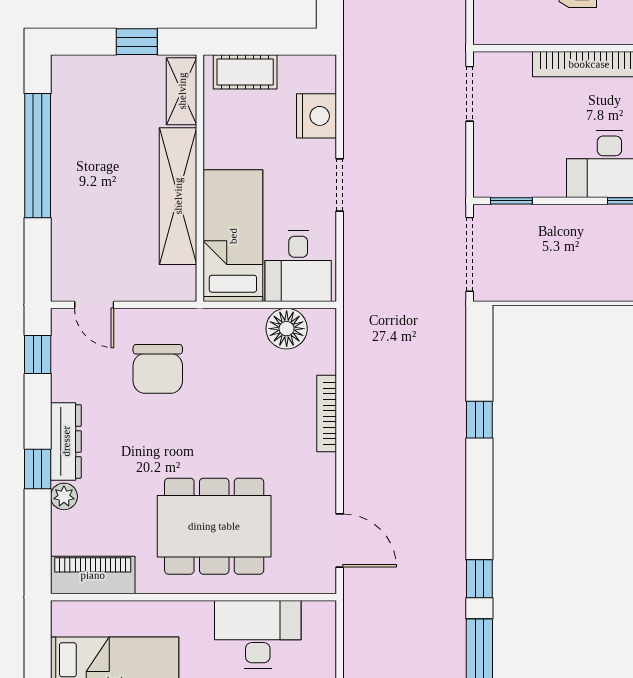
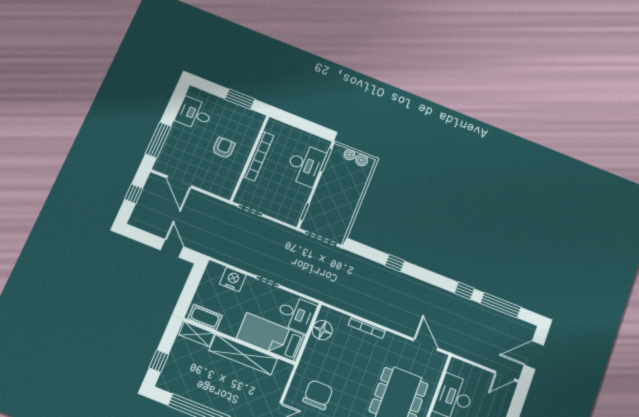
window: (137, 42) -> (159, 361), moved
cot: (245, 72) -> (205, 317), moved, turned 90
chair: (158, 369) -> (318, 395), turned -90
door: (340, 541) -> (425, 344), hinge flipped

